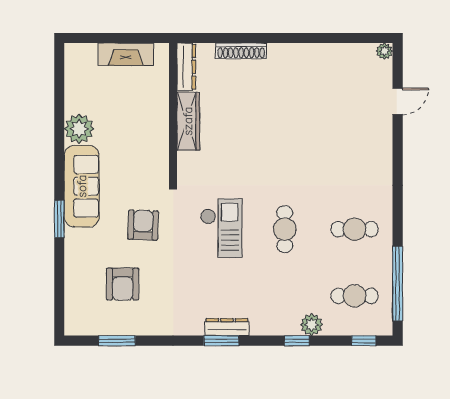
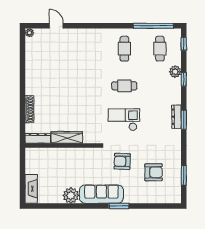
fireplace: (126, 54) -> (31, 189), moved

